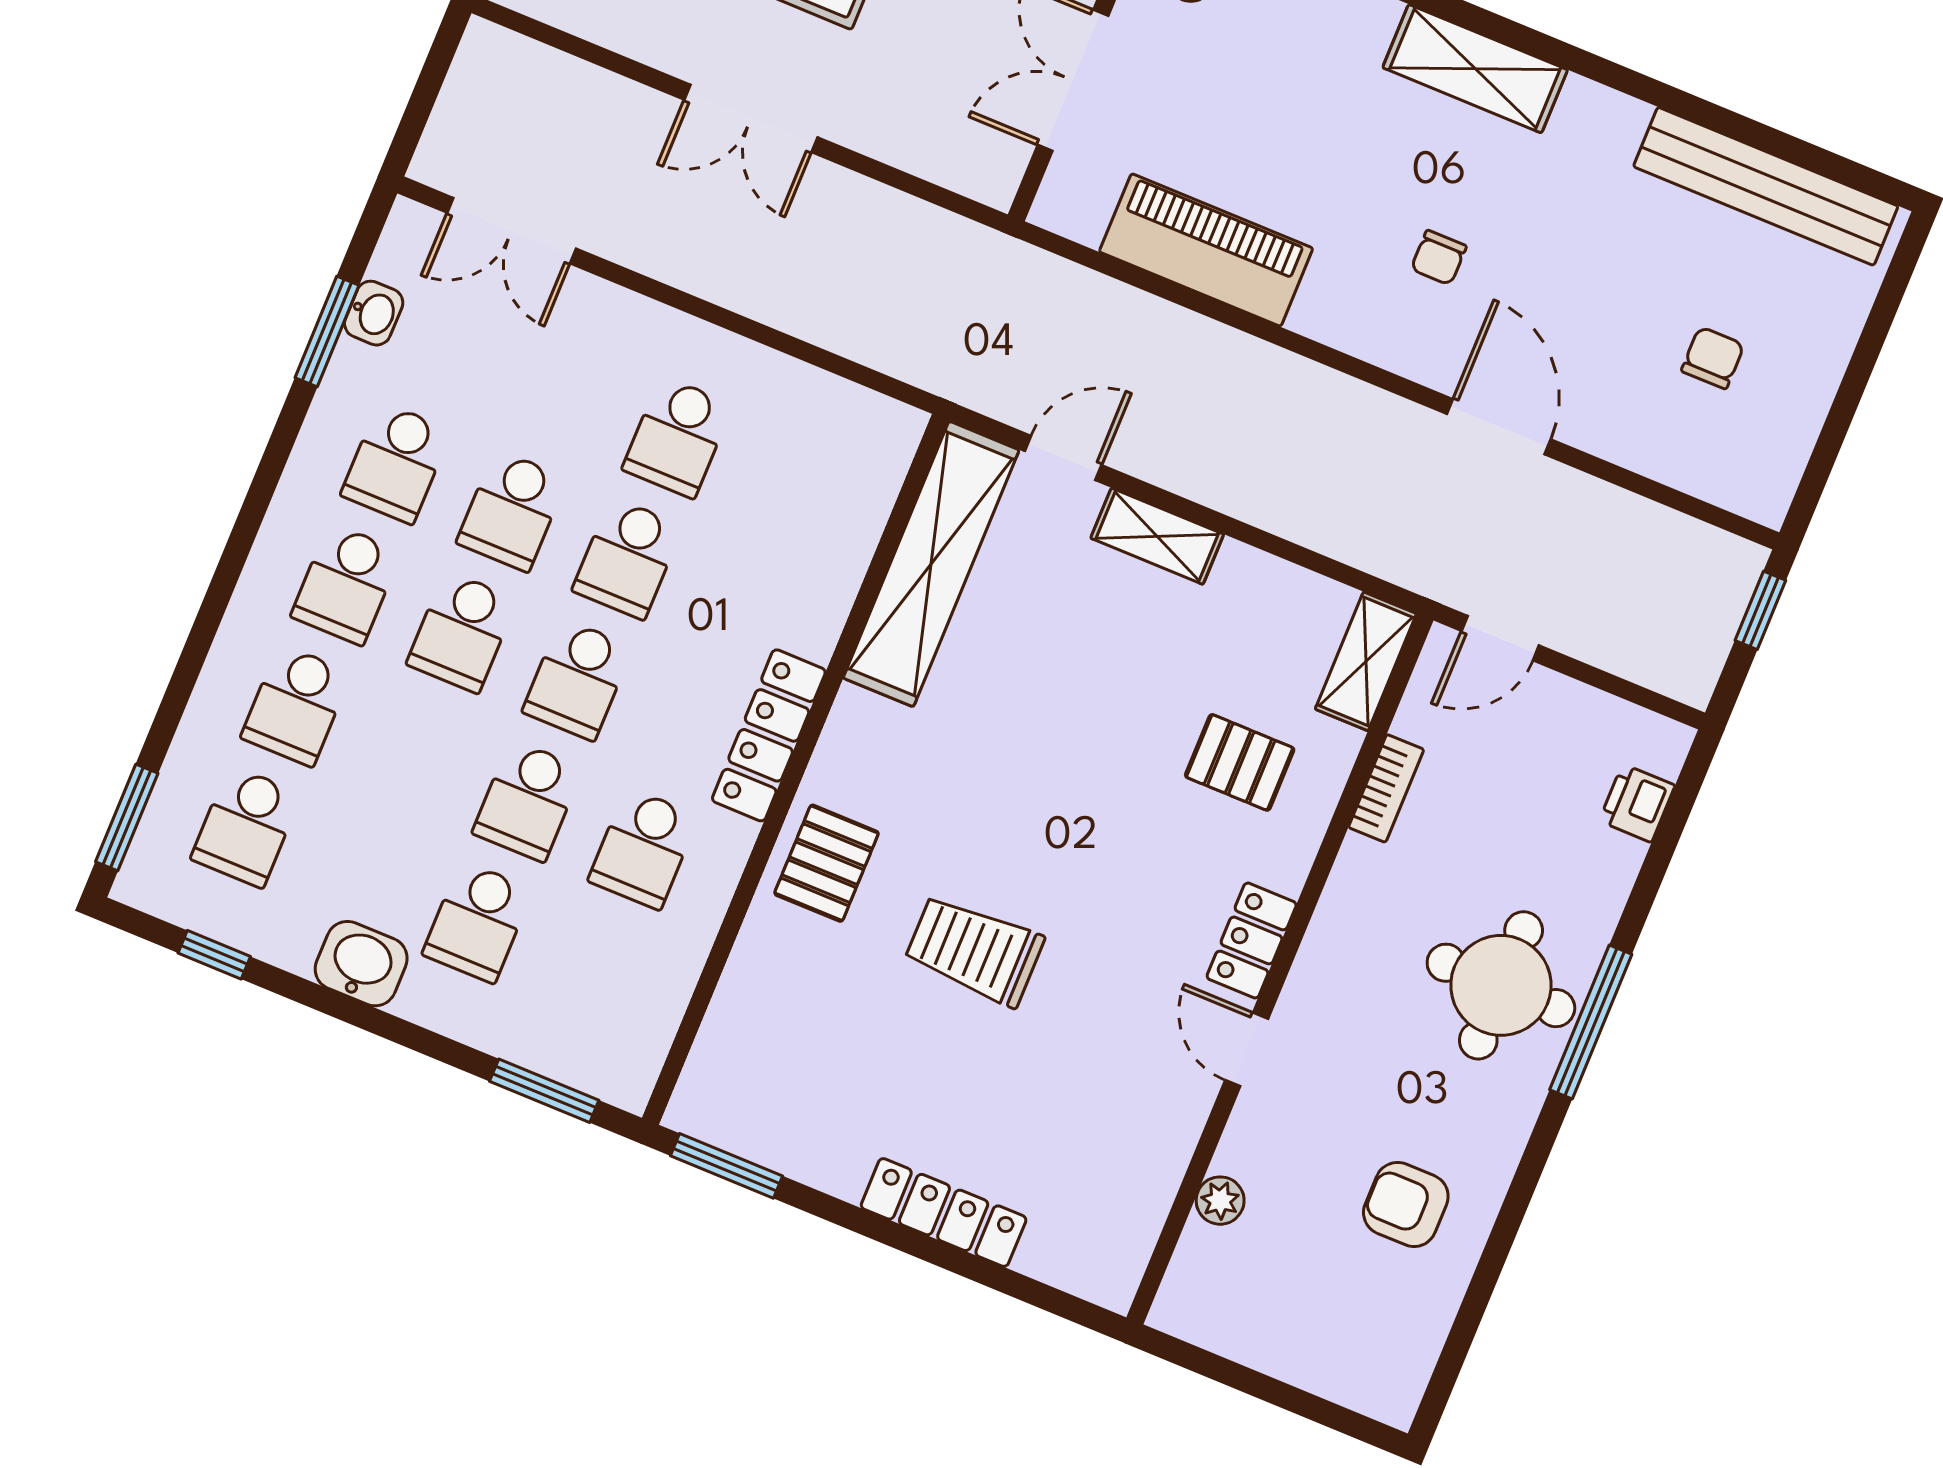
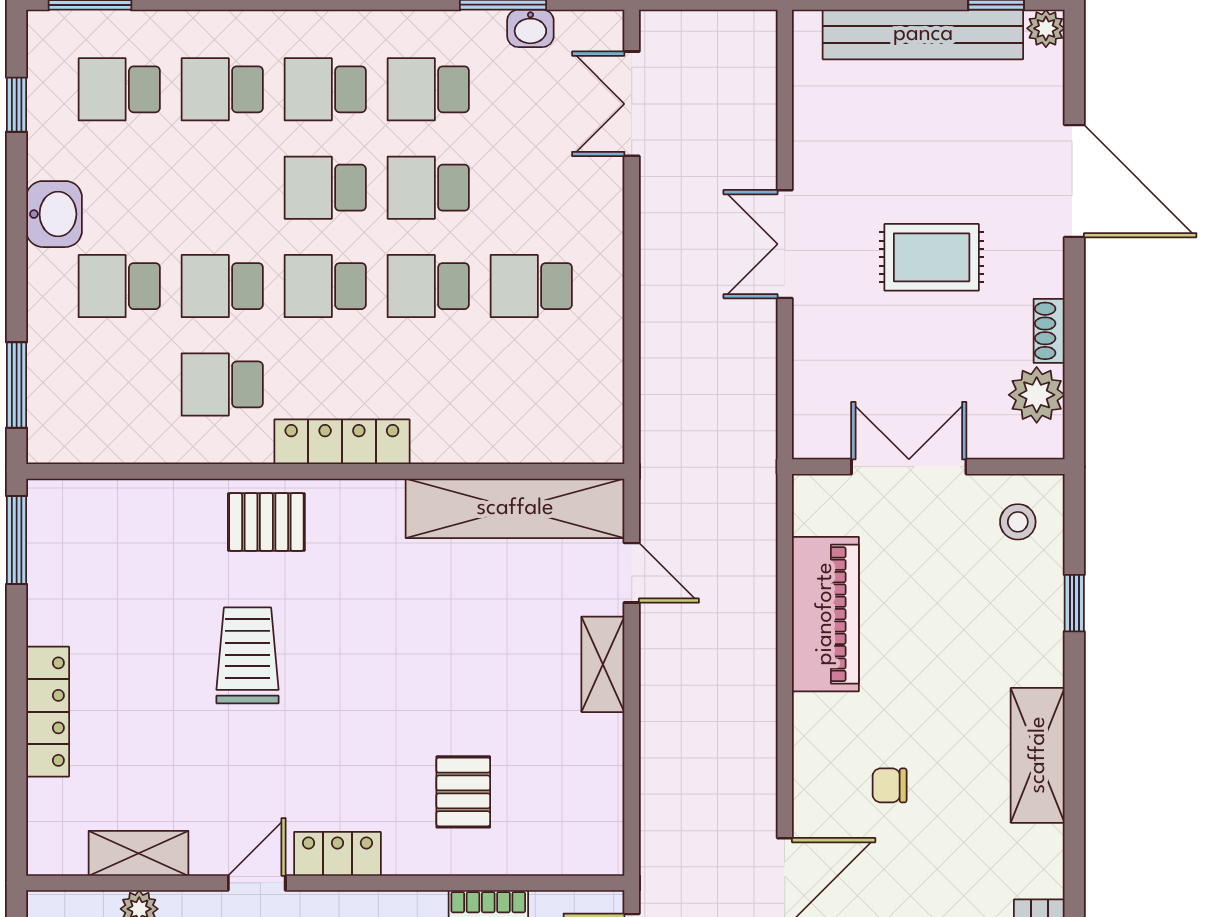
shelving: (1366, 661) -> (138, 853), moved

